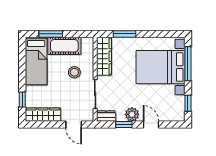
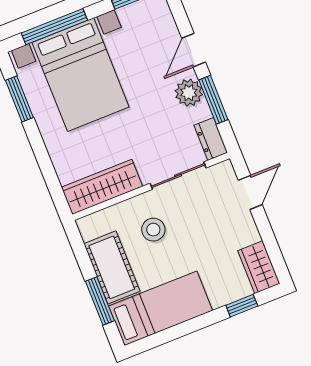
window: (125, 34) -> (19, 99), moved
wardrobe: (43, 115) -> (259, 267), width x0.67
window: (124, 125) -> (213, 100), width x1.50

